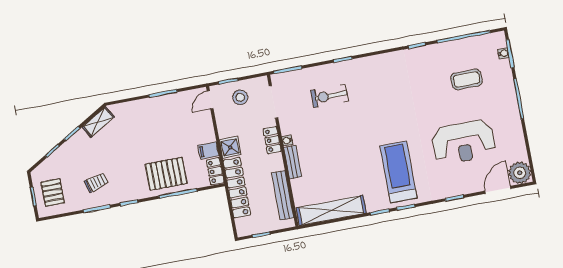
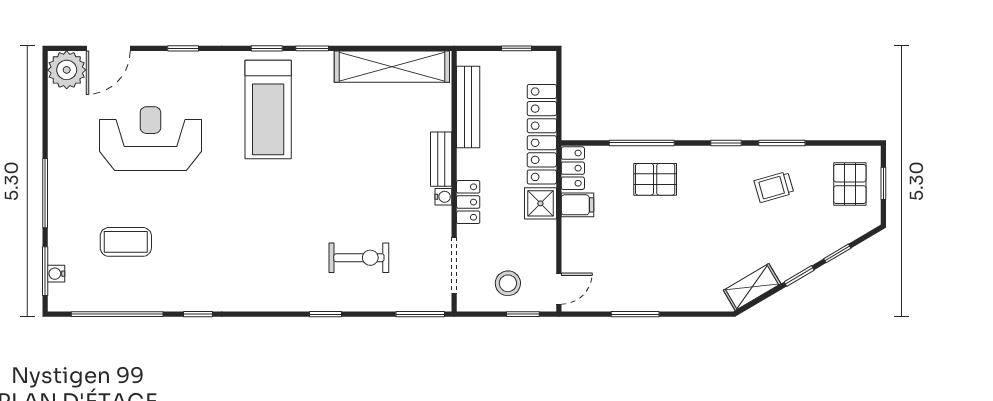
pallet: (166, 174) -> (655, 179), width x0.67, depth x0.71

